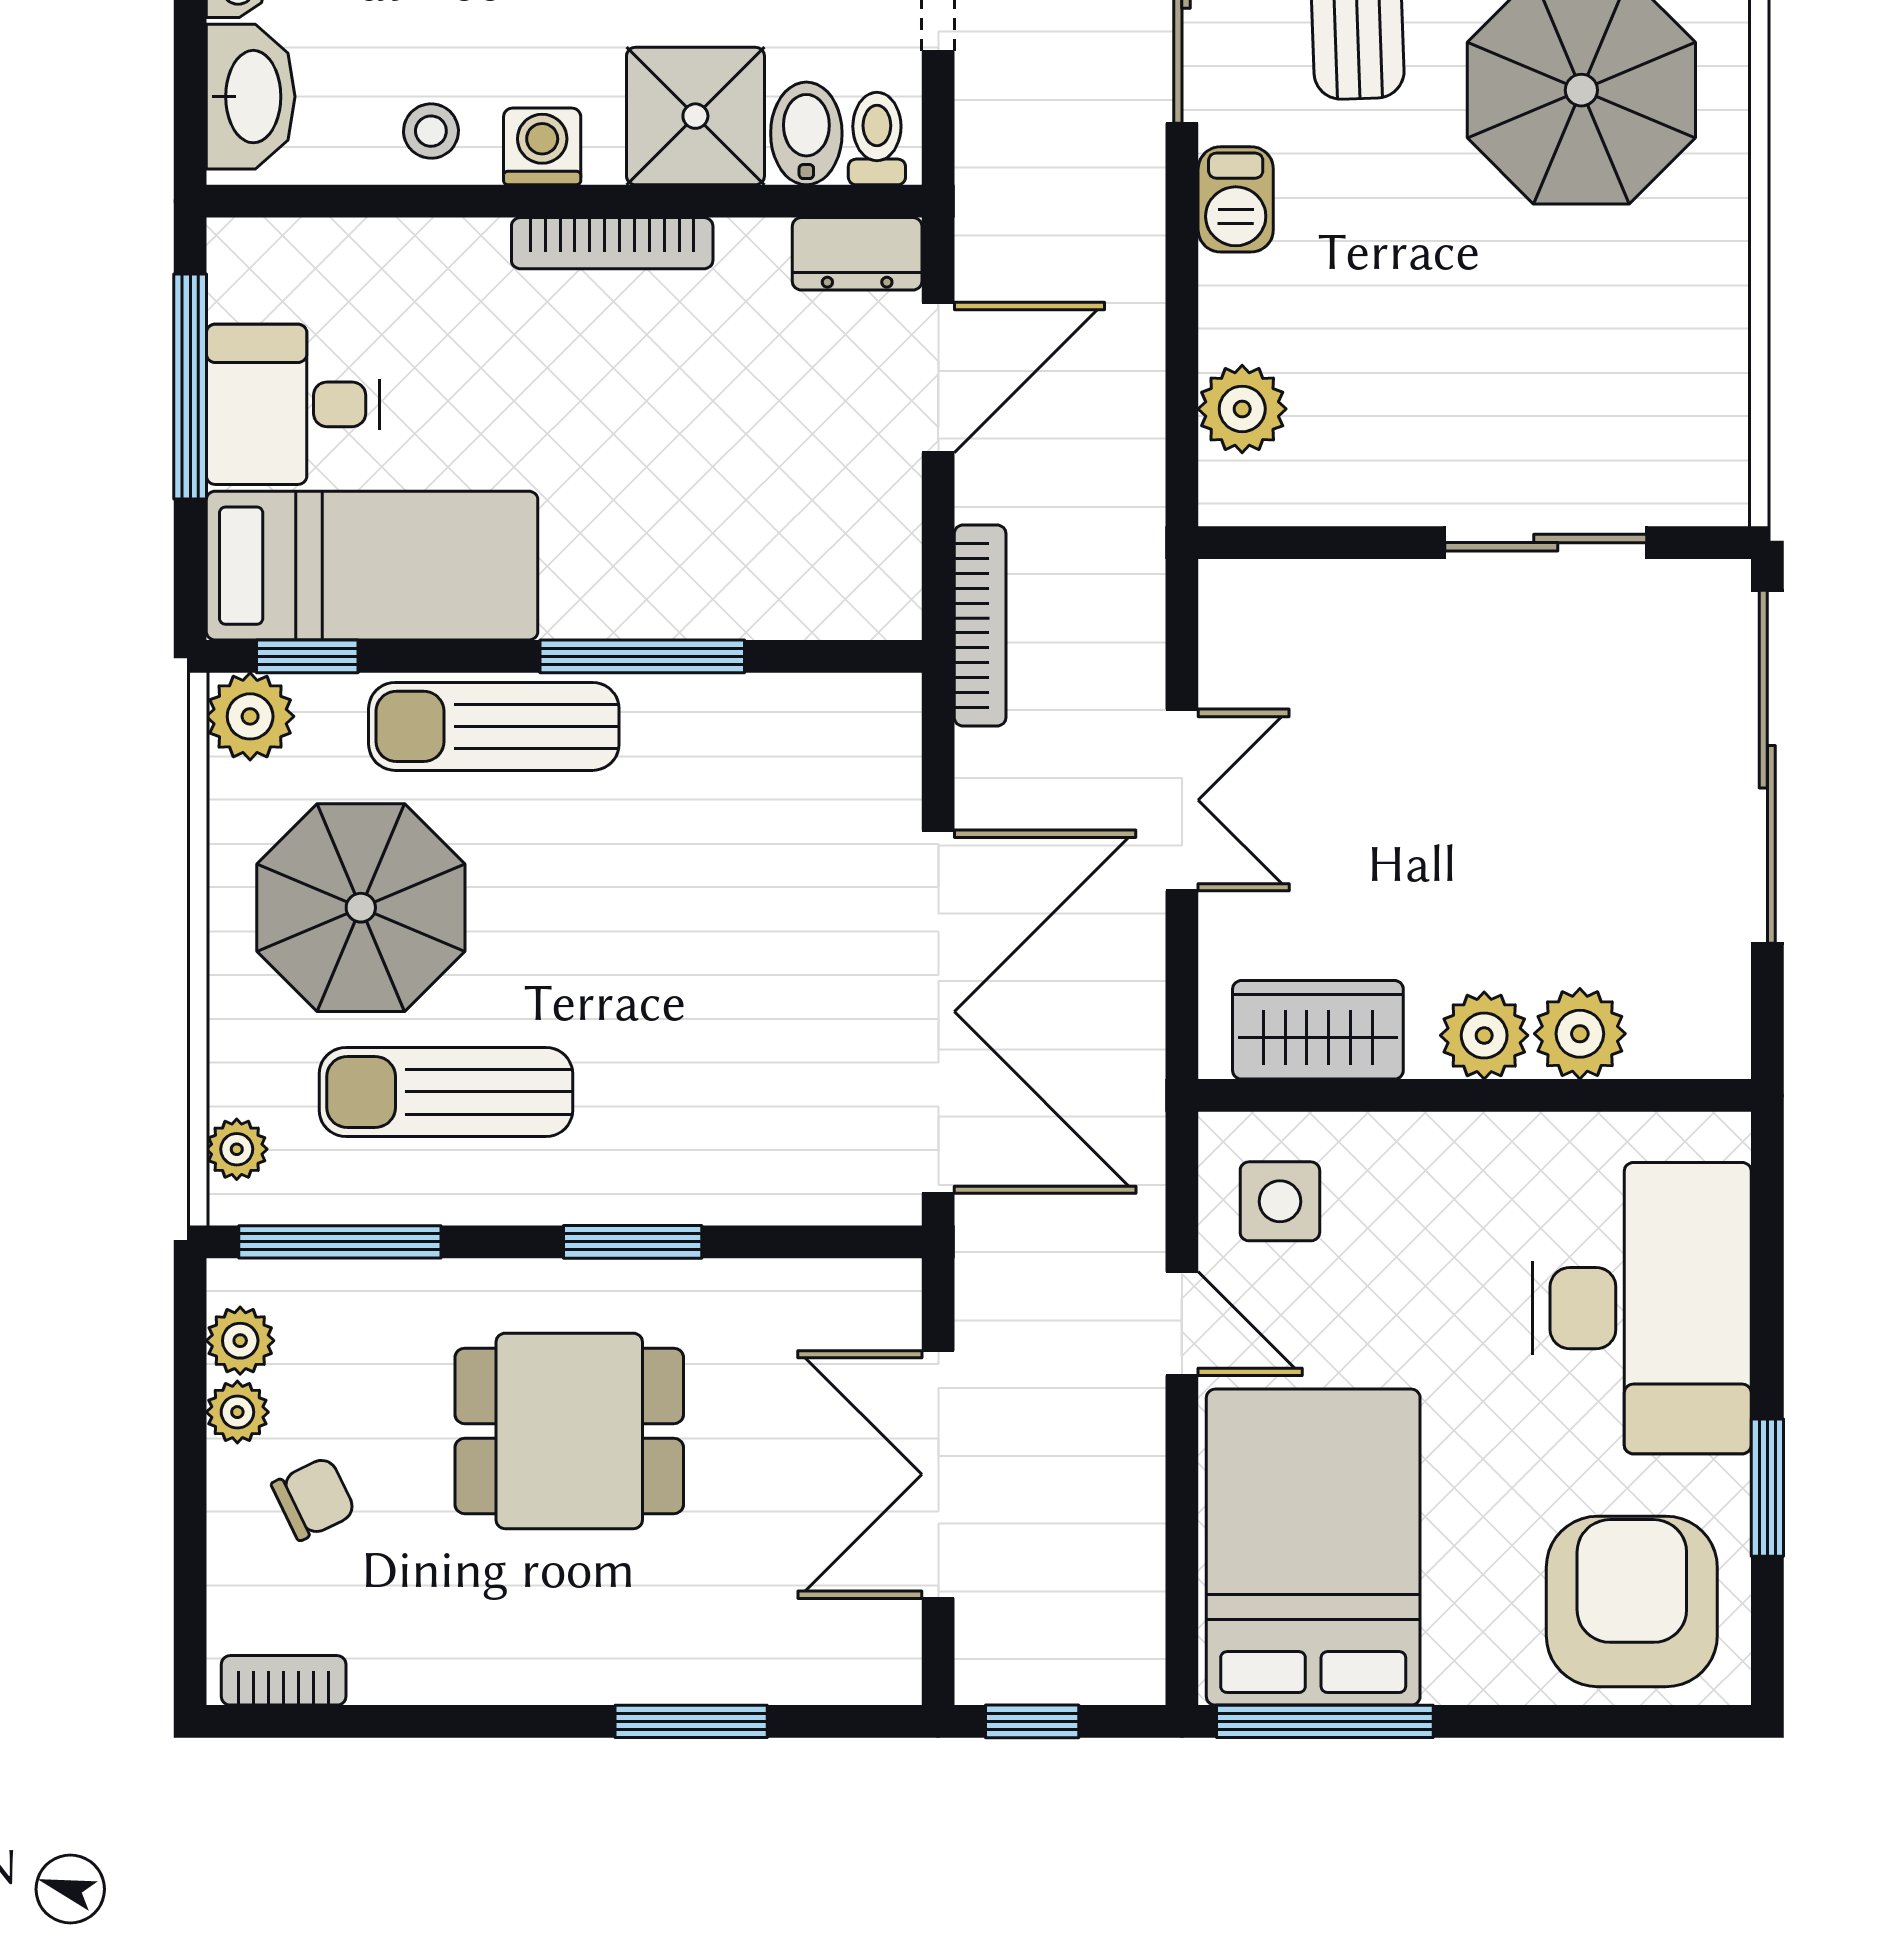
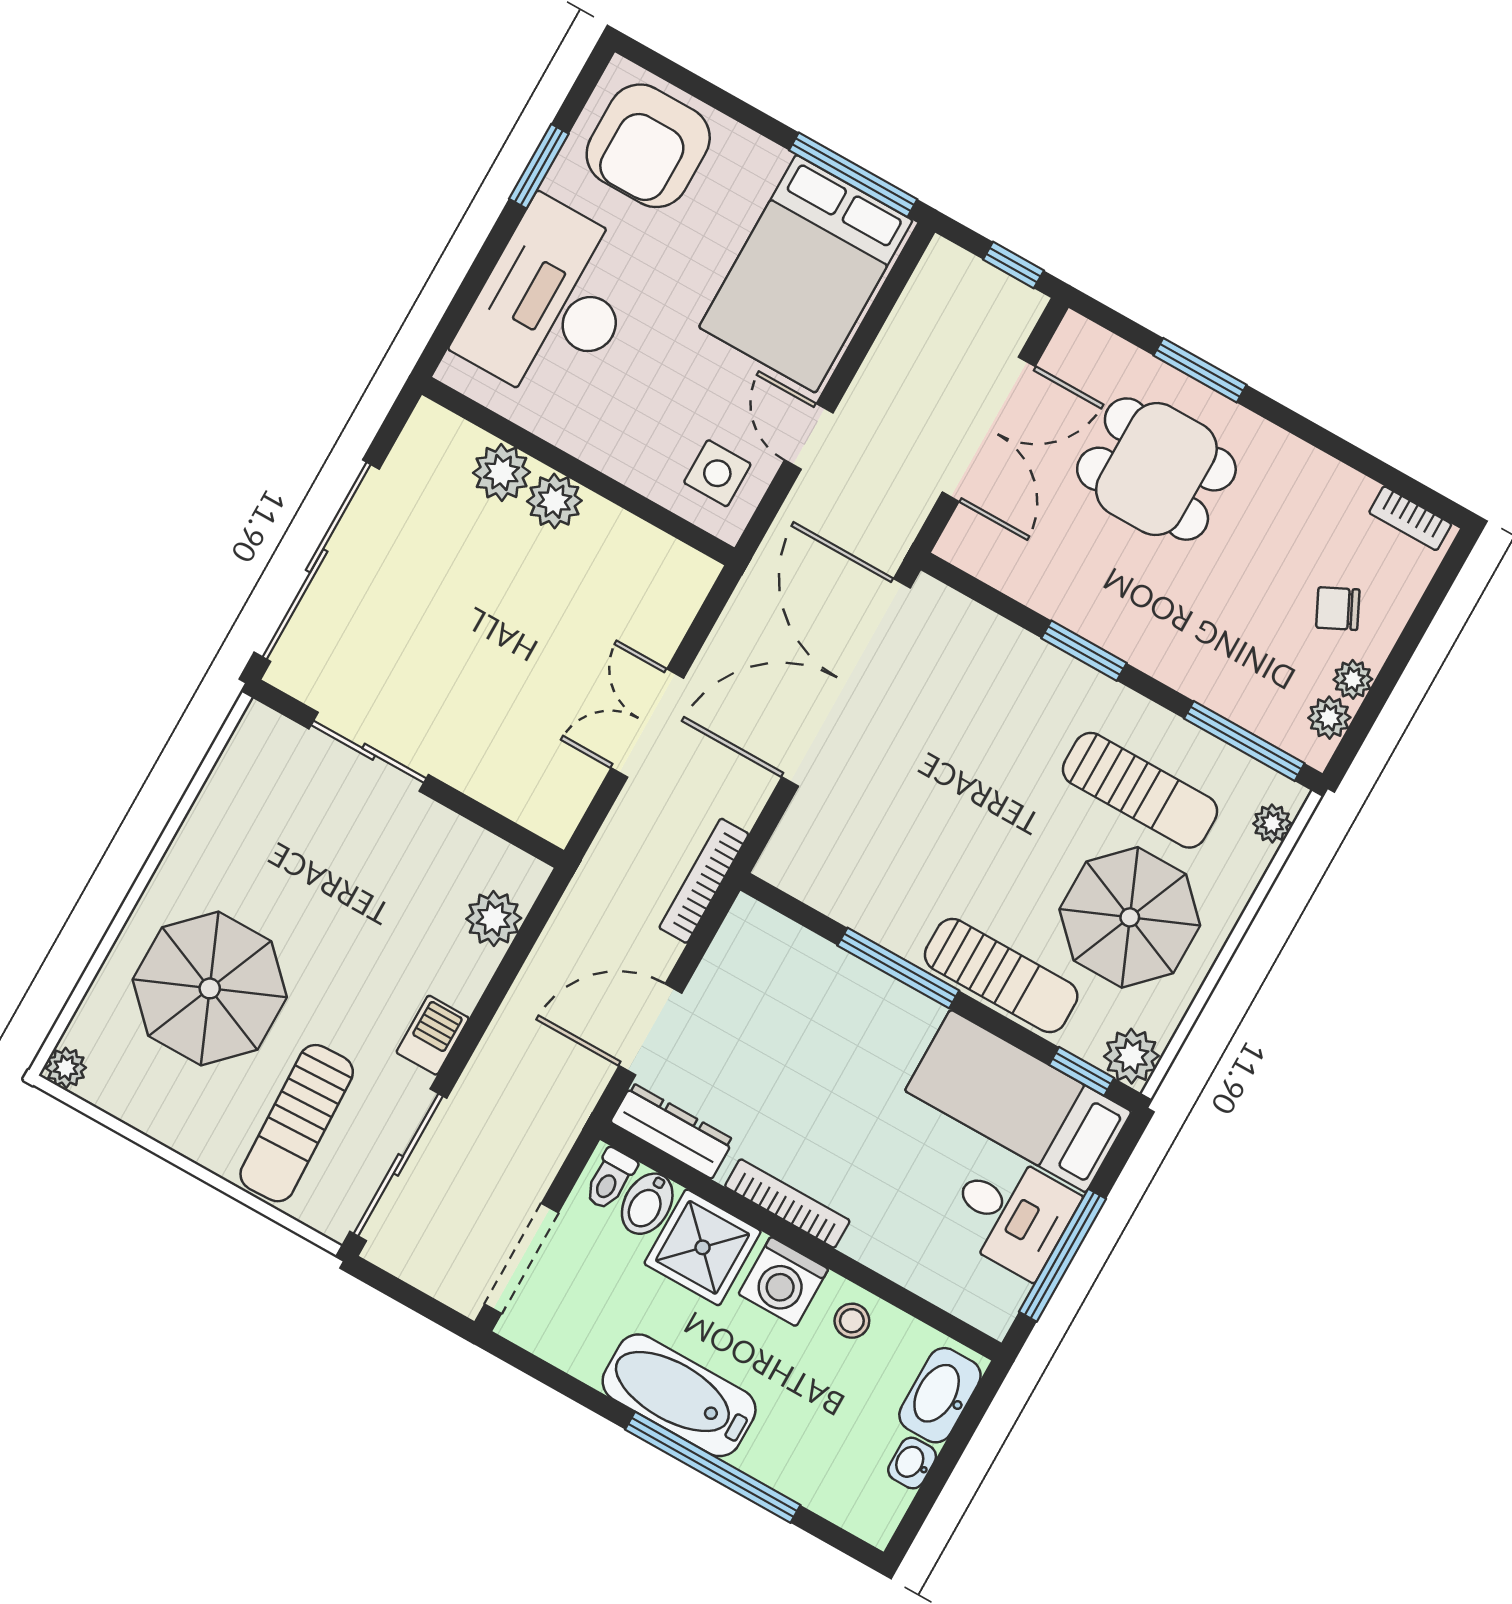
washing machine: (542, 146) -> (783, 1281), width x1.38, depth x1.38
dresser: (857, 254) -> (672, 1131), width x1.44
wardrobe: (1318, 1030) -> (644, 555), removed
dining table: (569, 1431) -> (1156, 469), moved

